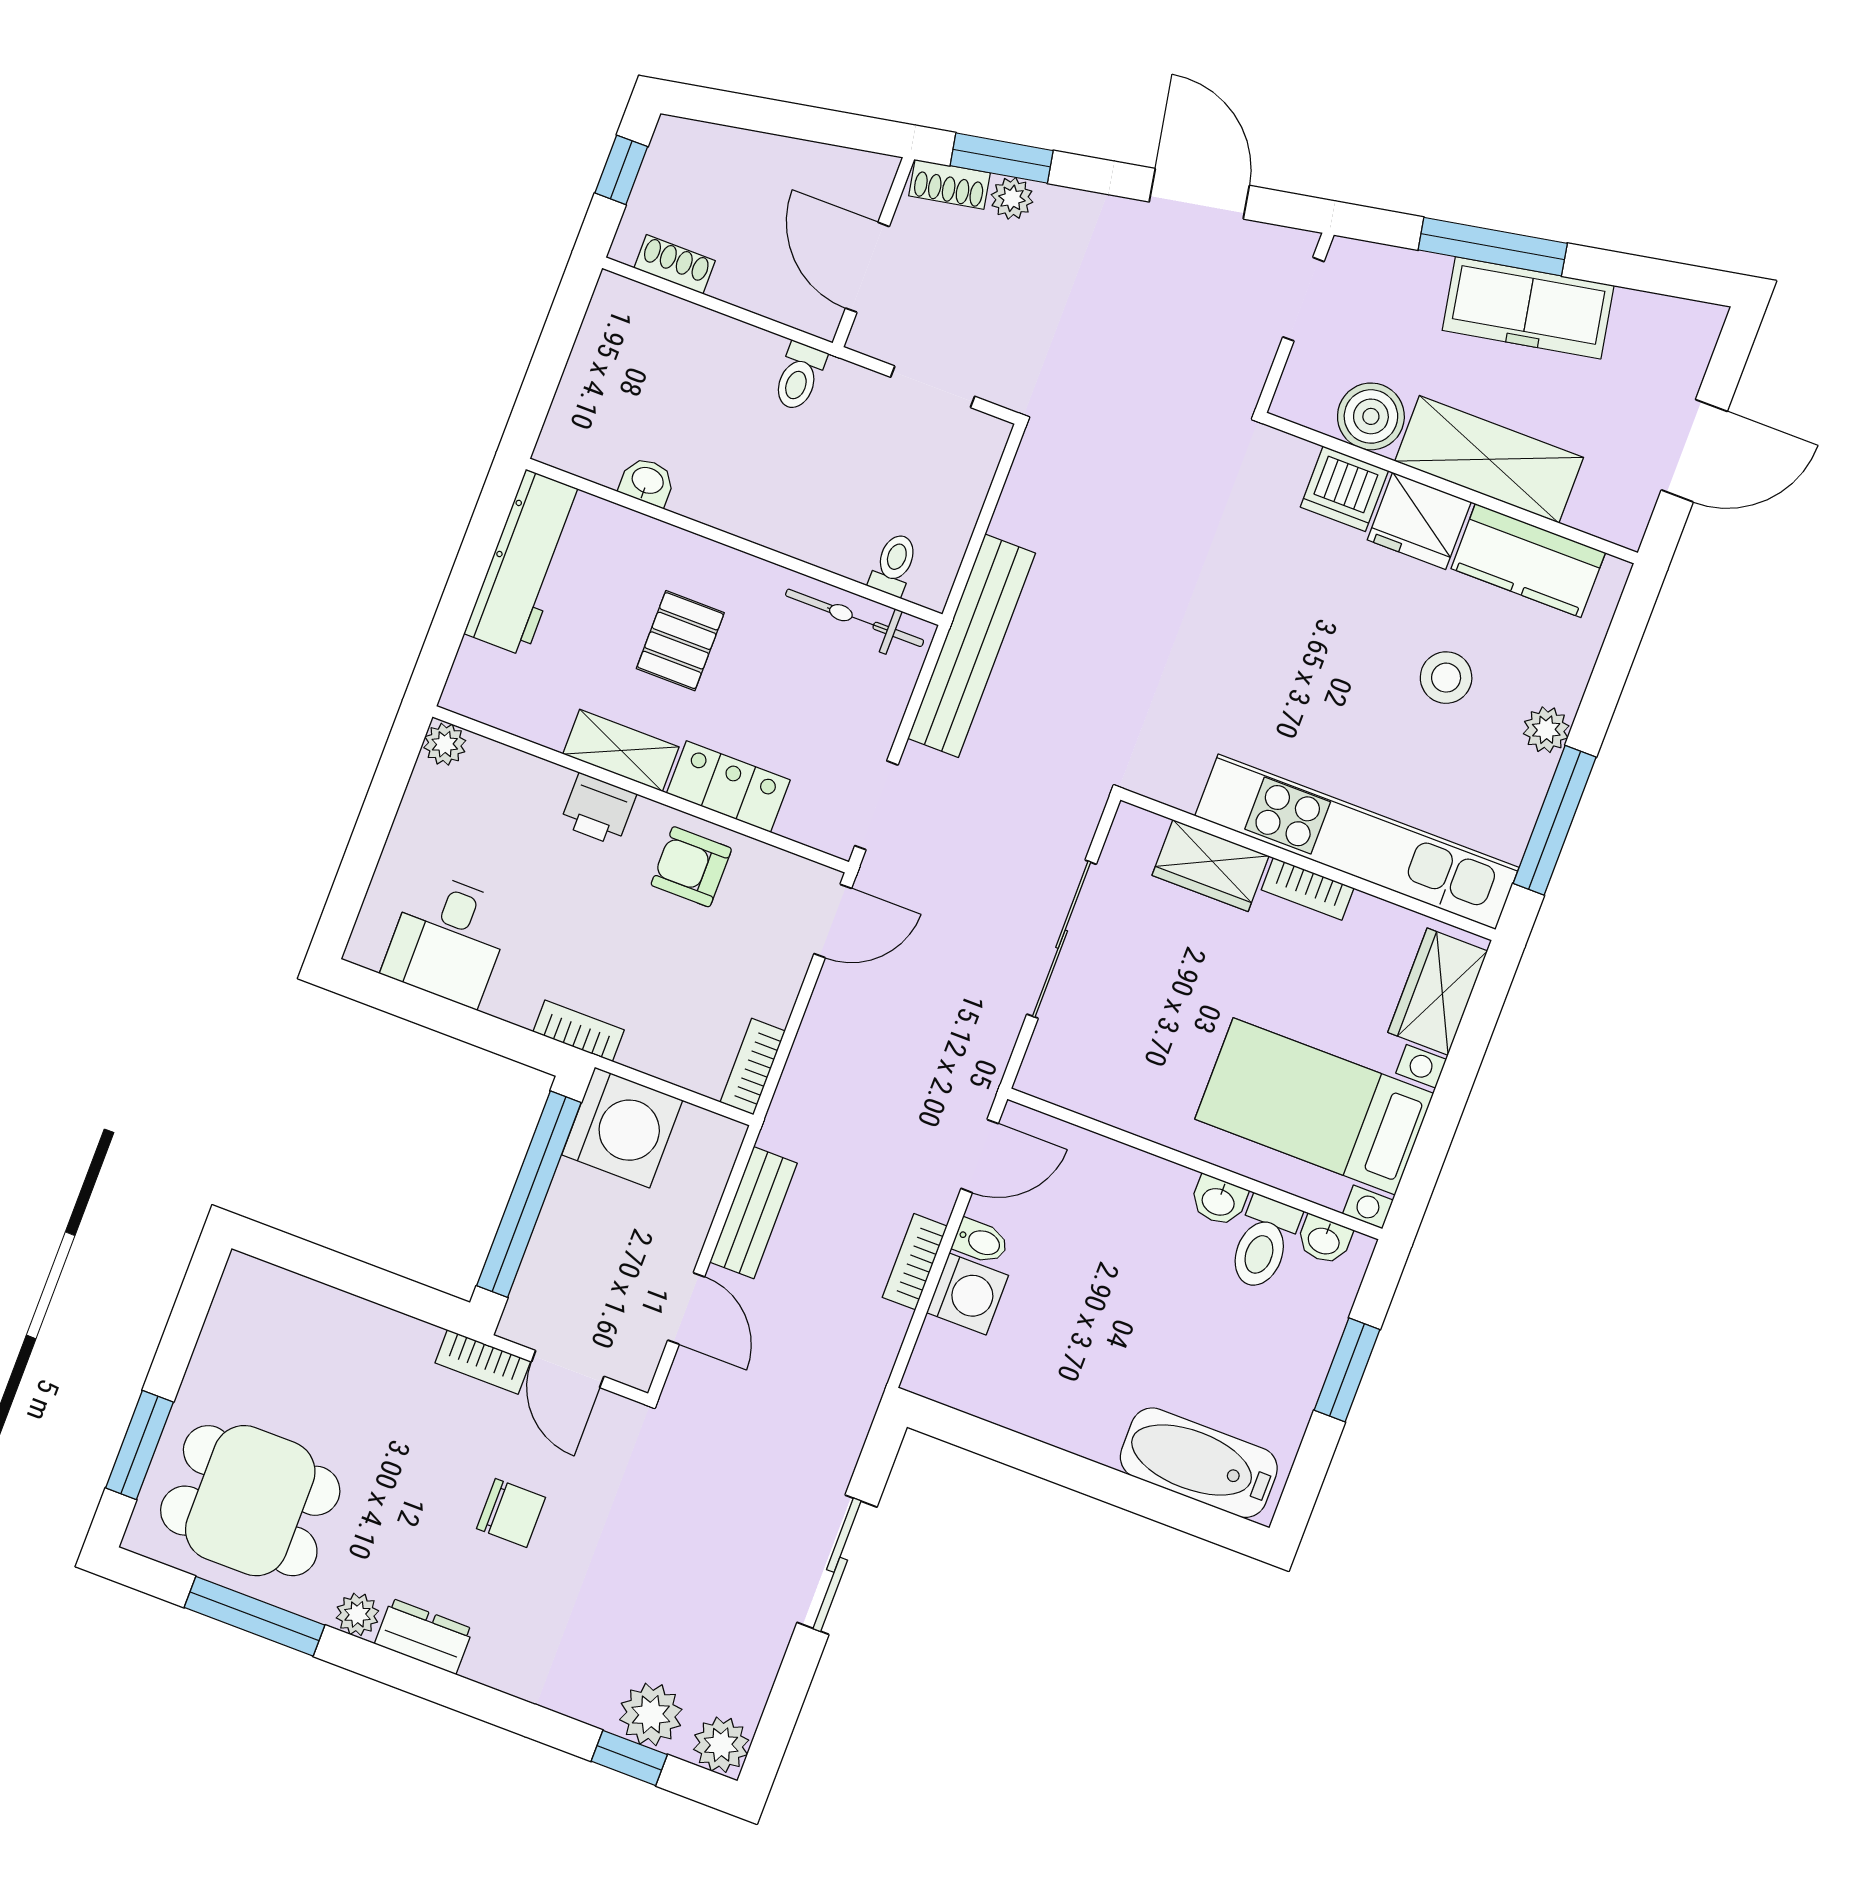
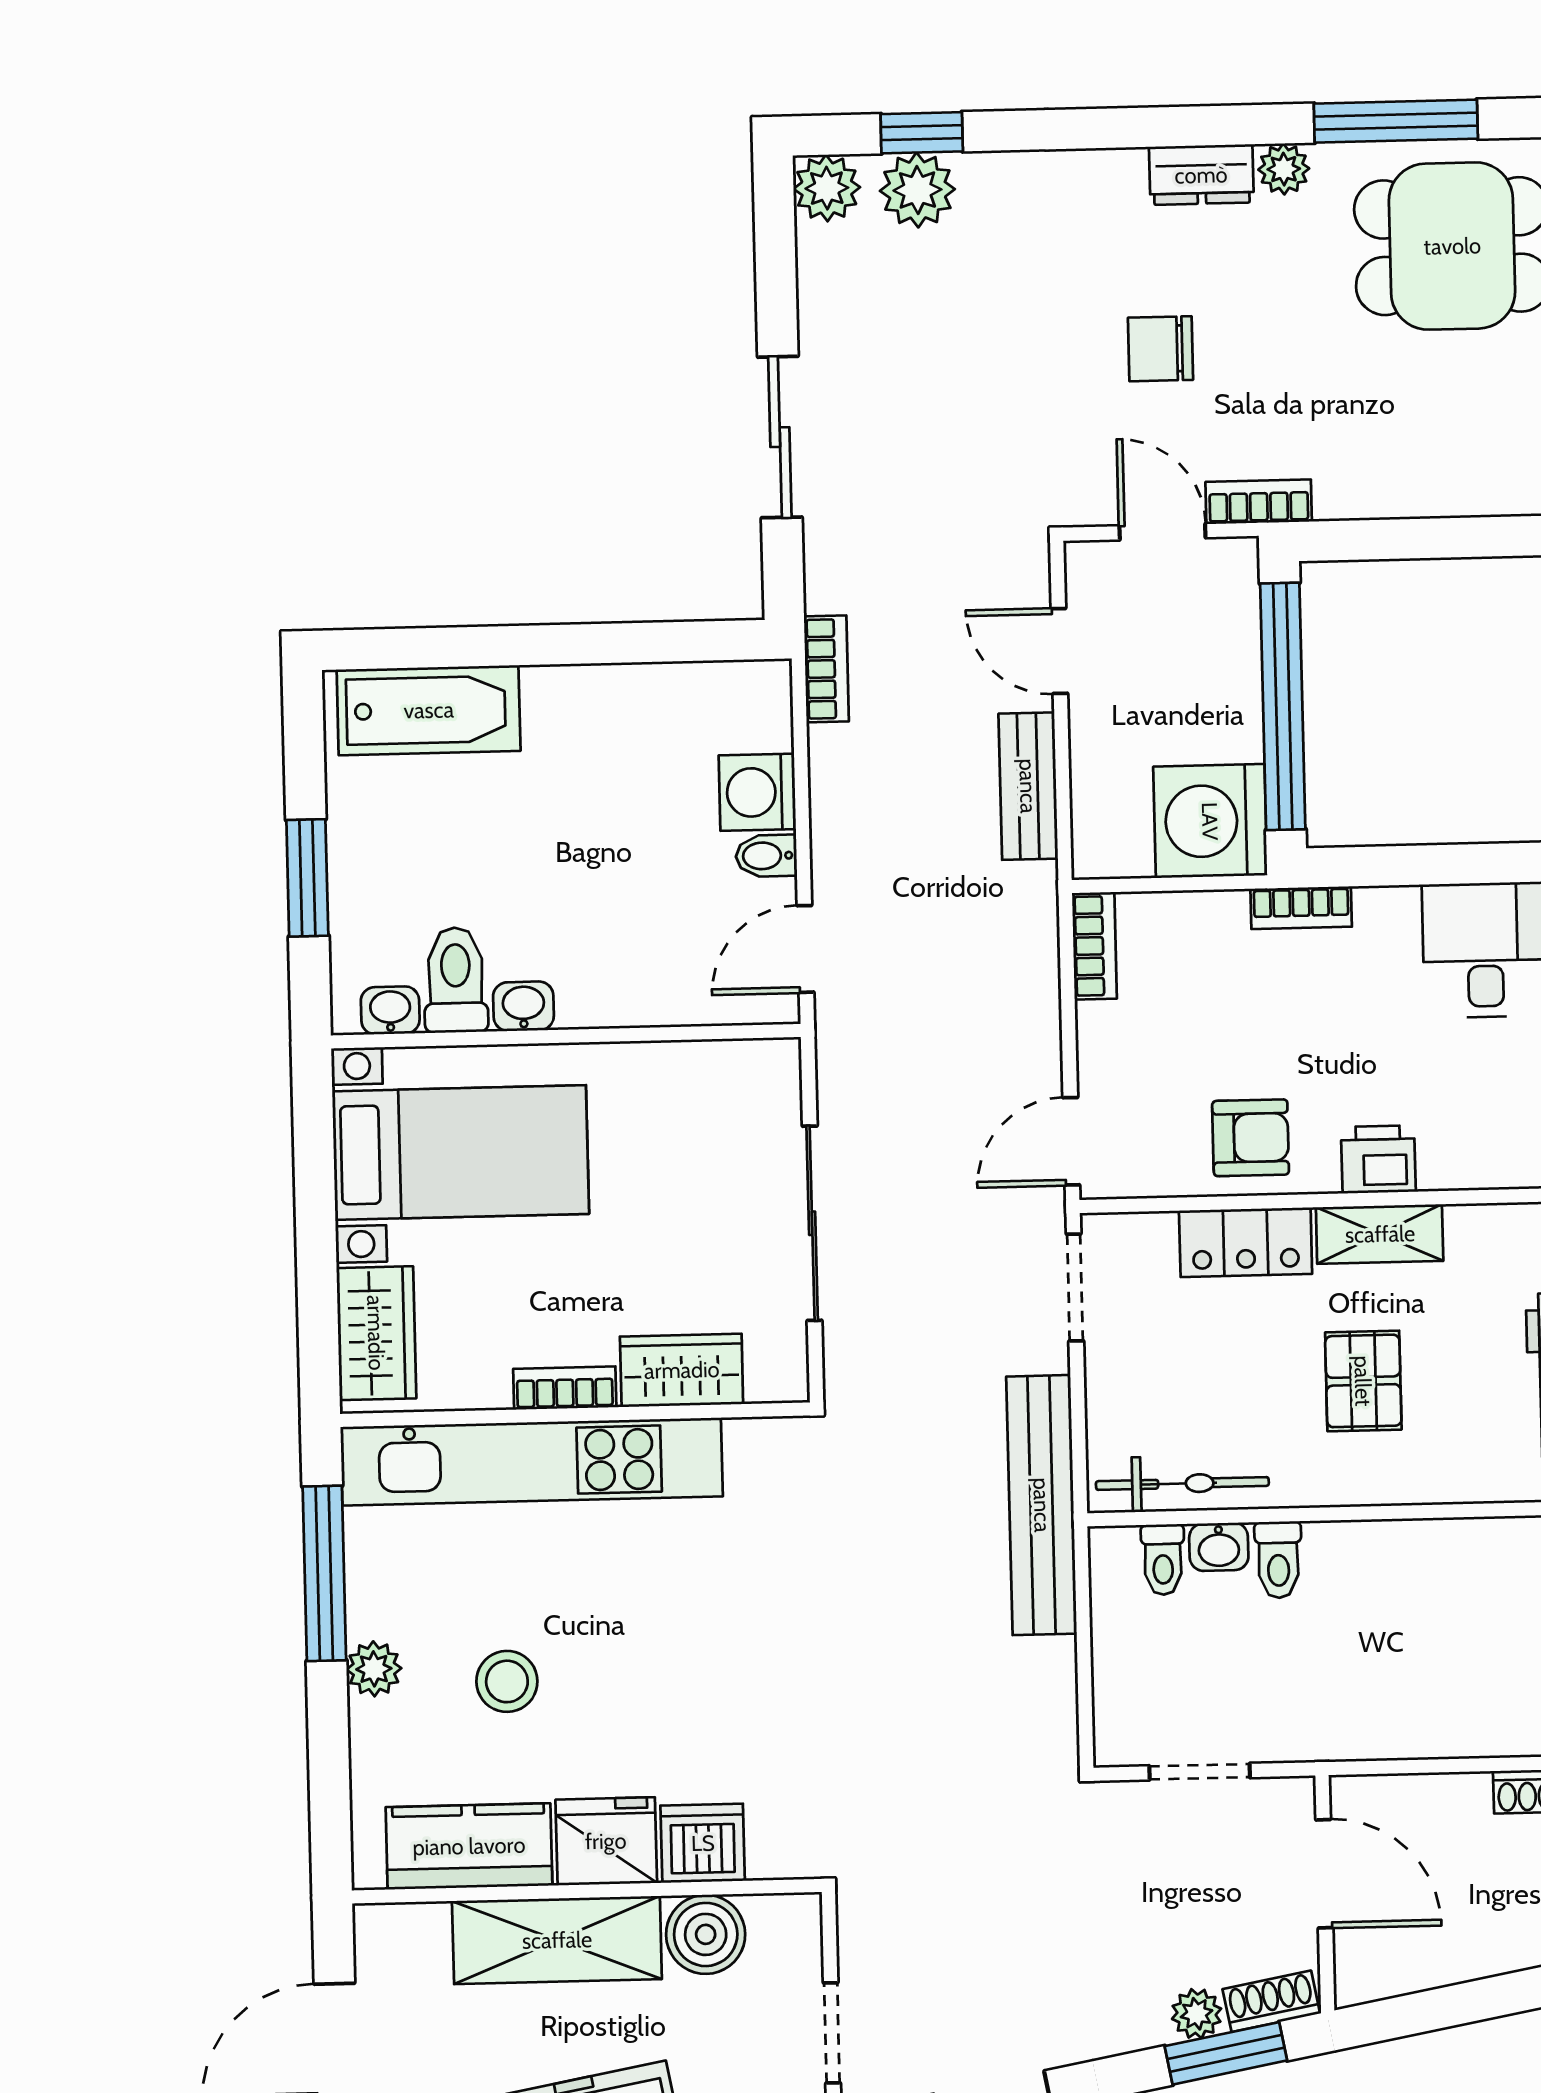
toilet: (799, 377) -> (1278, 1560), moved, turned 180
washbasin: (647, 482) -> (1219, 1547), moved
bookcase: (915, 1262) -> (826, 669), moved

